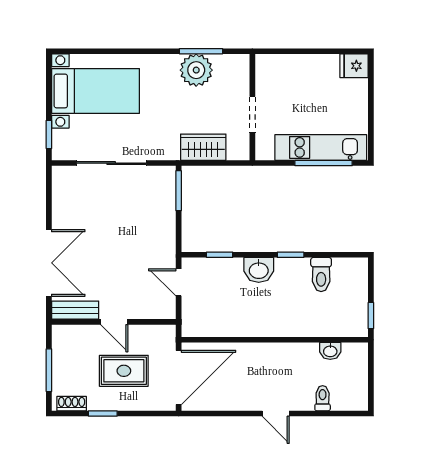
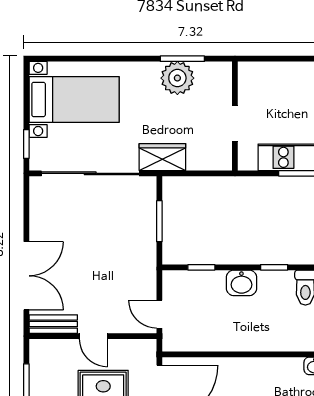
wardrobe: (203, 147) -> (162, 157), moved
sliding door: (111, 163) -> (90, 173), width x1.36
window: (179, 191) -> (159, 221), moved
door: (179, 282) -> (159, 314), moved

